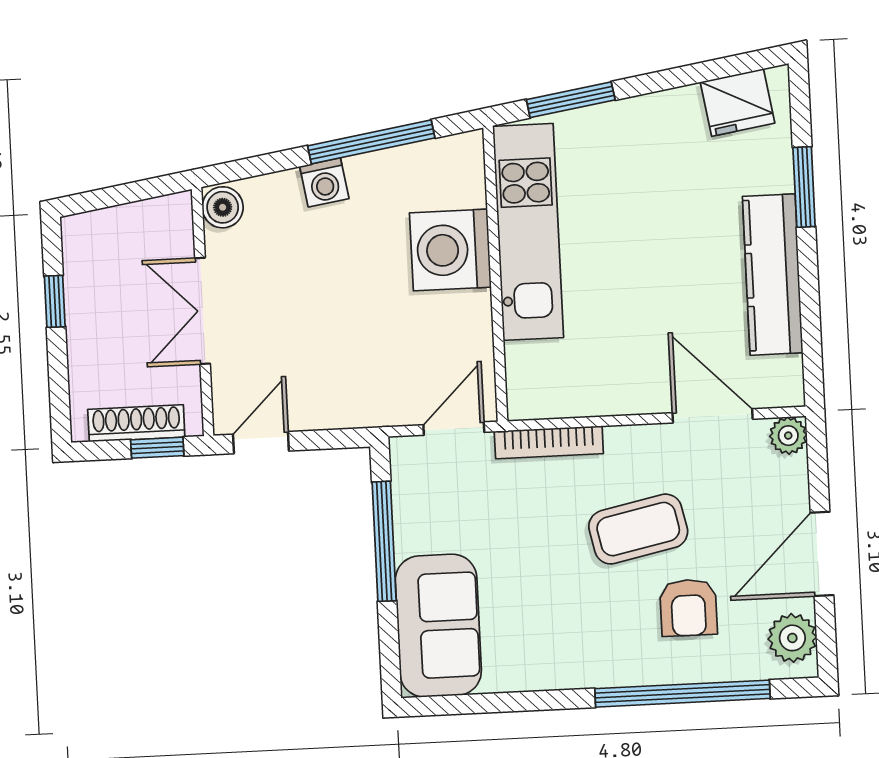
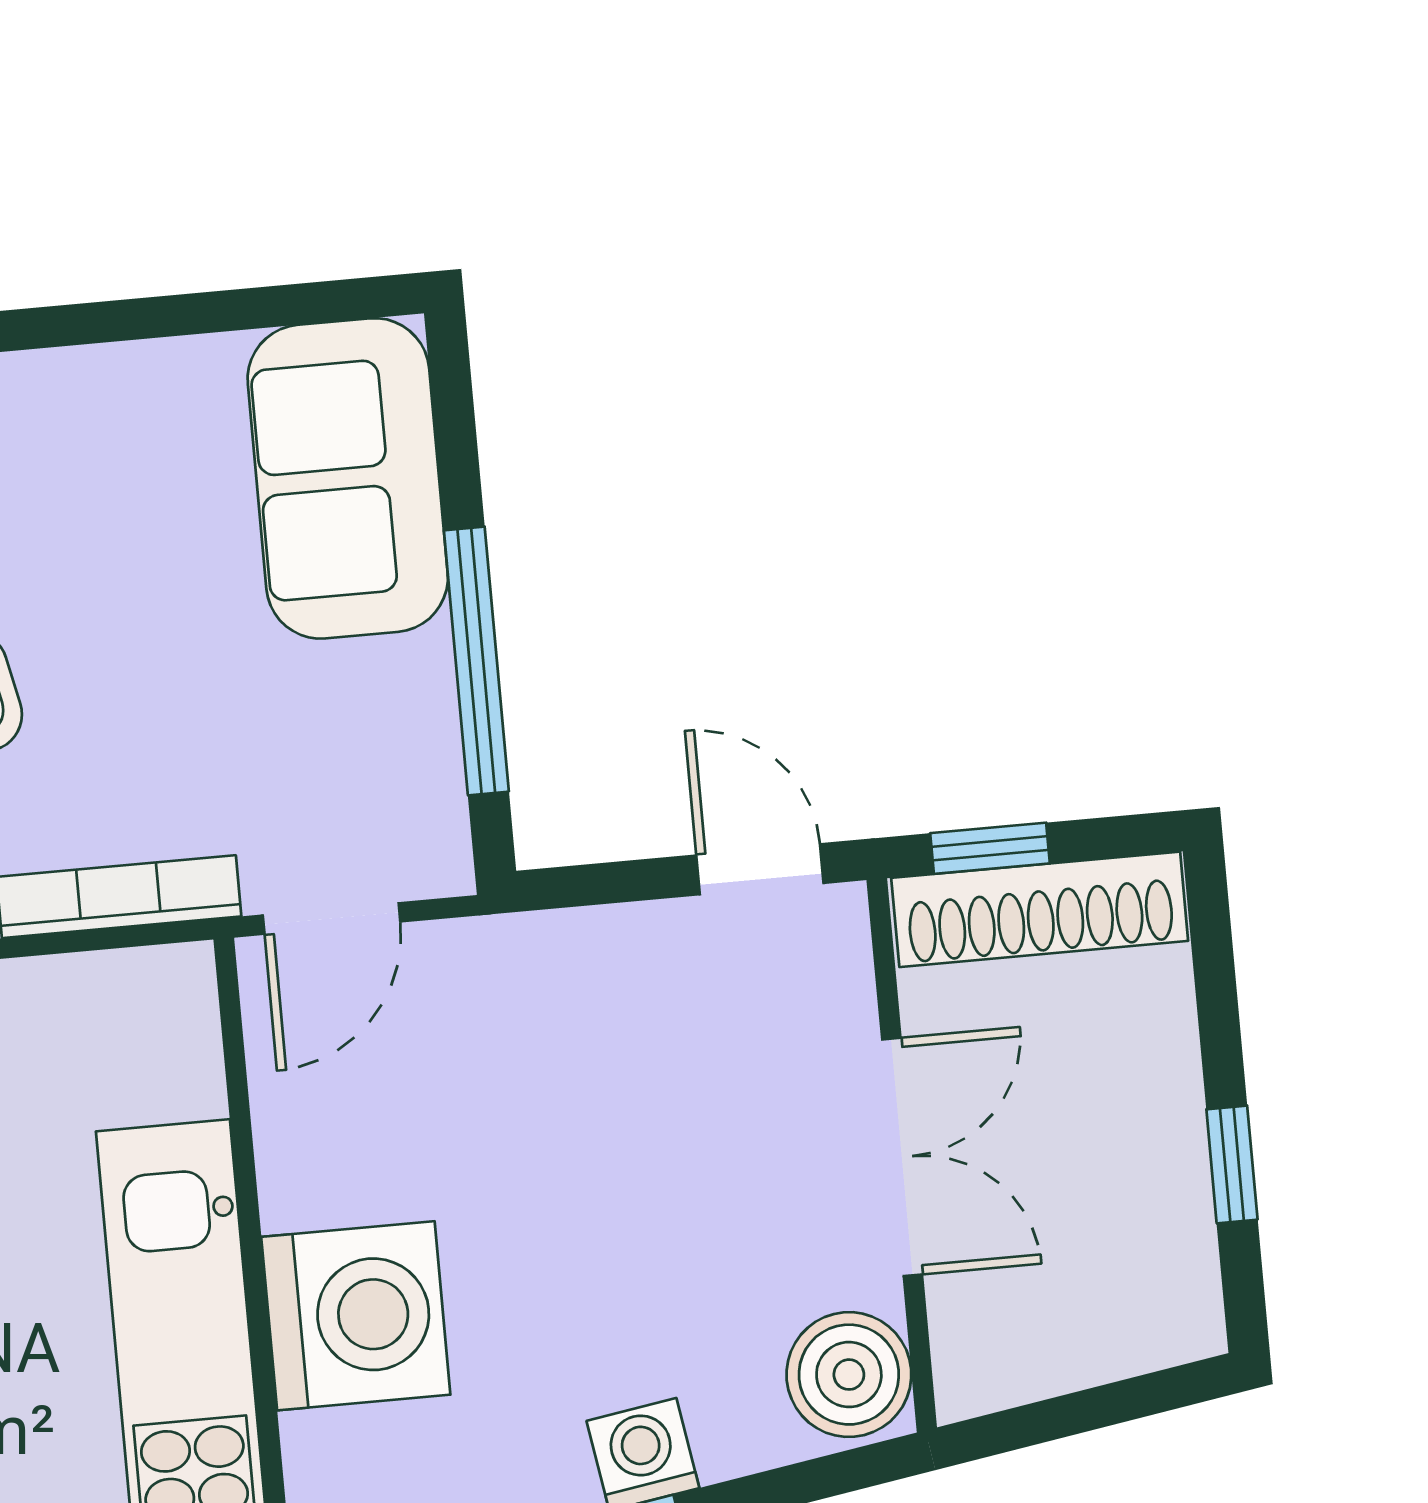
boiler: (223, 207) -> (849, 1375), width x1.36, depth x1.36
shoe rack: (136, 423) -> (1040, 909), width x1.36, depth x1.24
door: (261, 443) -> (760, 869), swing flipped

